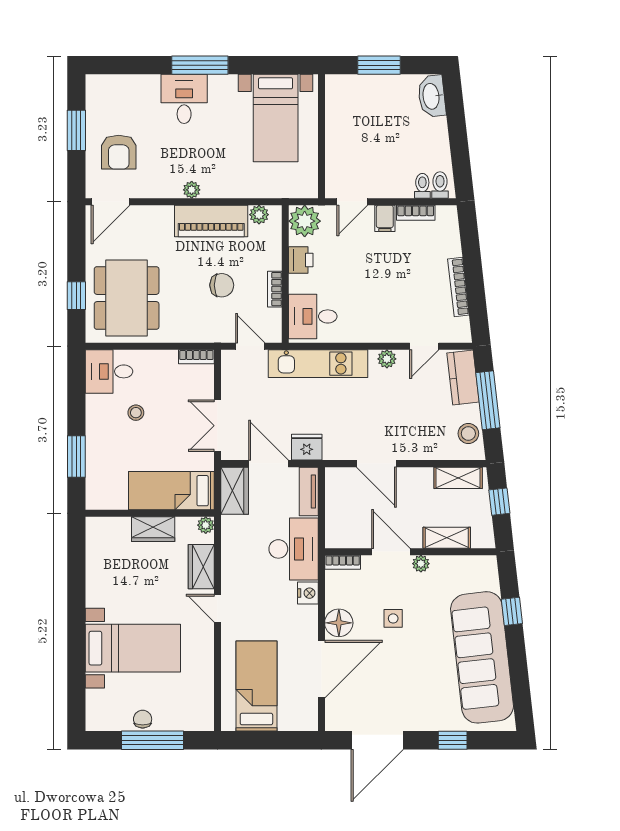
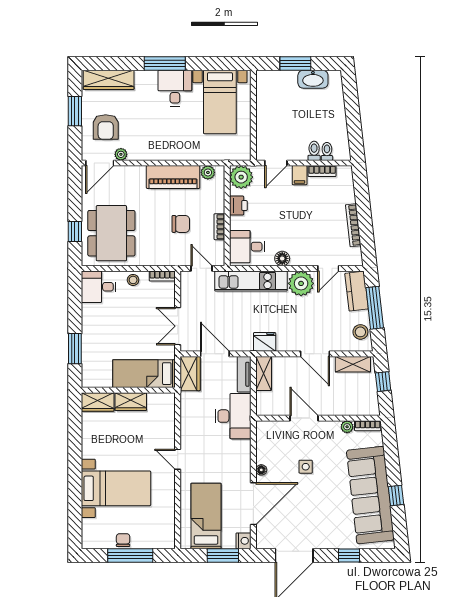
wardrobe: (123, 87) -> (109, 80), added
washbasin: (432, 96) -> (313, 79), moved, turned -84
desk: (184, 99) -> (175, 88), moved
toilet: (440, 185) -> (314, 151), moved
plant: (192, 190) -> (121, 154), moved
floor lamp: (361, 333) -> (282, 258), added
plant: (387, 359) -> (301, 283), width x1.88, depth x1.88
stool: (136, 413) -> (133, 280), moved
fridge: (307, 447) -> (265, 342), moved
door: (376, 464) -> (315, 354), moved
plant: (206, 525) -> (169, 399), removed
shelving: (447, 538) -> (264, 374), moved, turned 90
bookcase: (343, 562) -> (368, 426), moved
plant: (421, 564) -> (347, 427), moved
wardrobe: (201, 567) -> (98, 402), moved, turned -90
nightstand: (308, 593) -> (243, 541), moved
window: (512, 611) -> (396, 496), moved
floor lamp: (339, 623) -> (261, 470), width x0.53, depth x0.53
window: (280, 740) -> (223, 555), added

